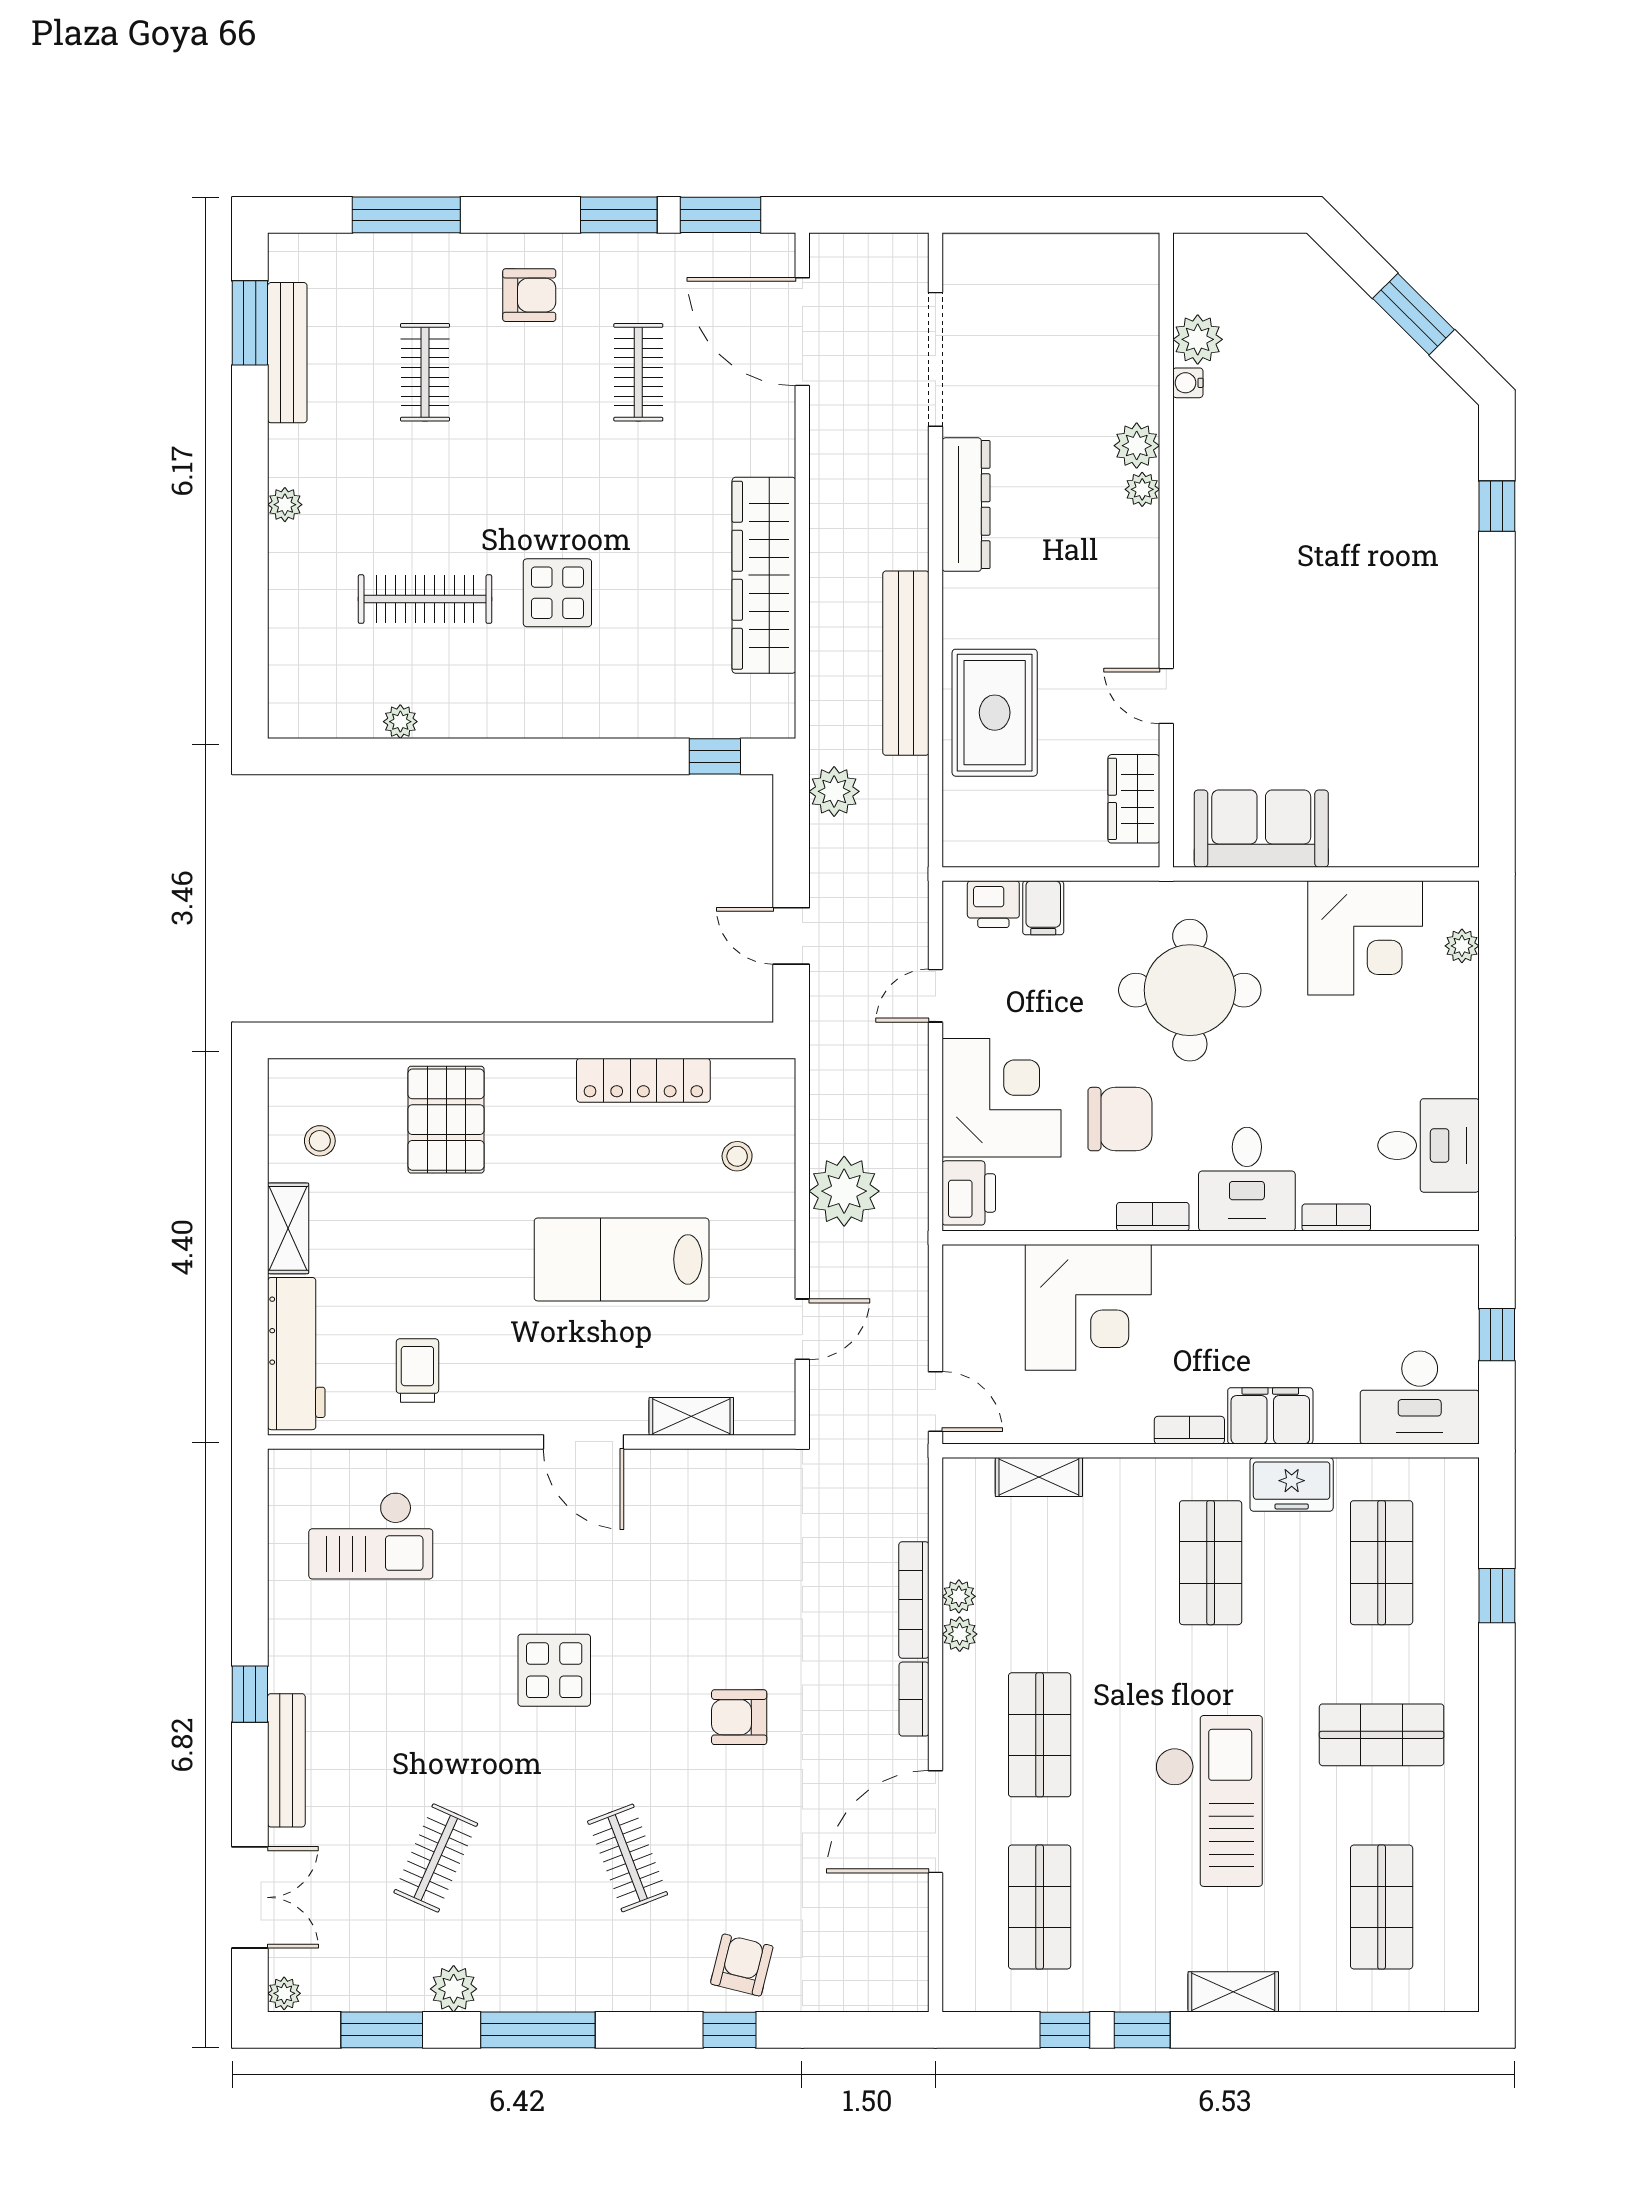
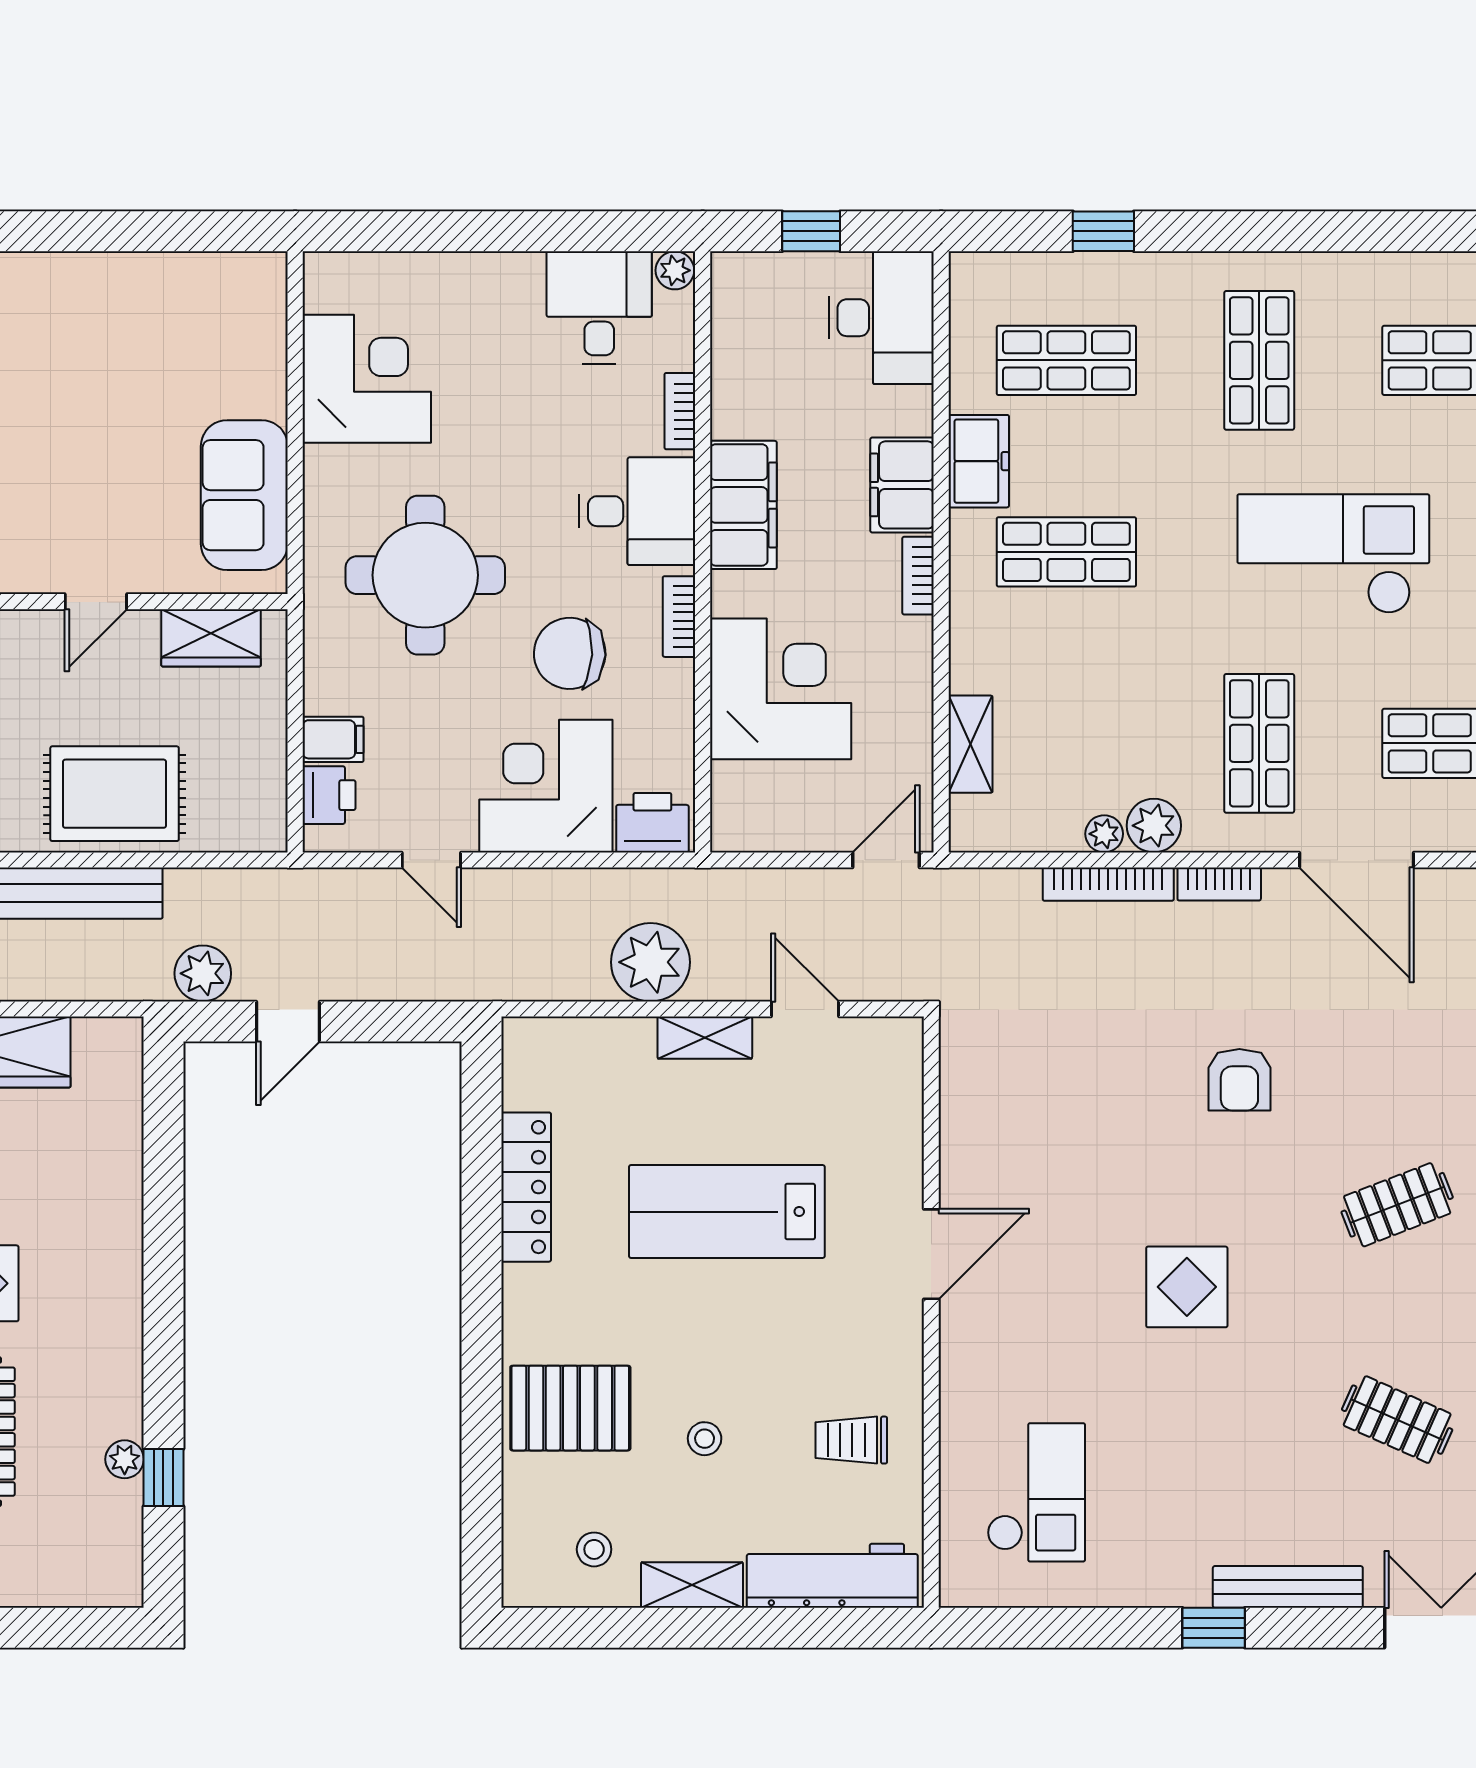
window: (715, 756) -> (163, 1477), moved
door: (791, 936) -> (288, 1021), moved
plant: (1462, 946) -> (675, 270), moved
chair: (1120, 1119) -> (570, 653), turned -87
stool: (737, 1156) -> (705, 1439), moved
lab bench: (622, 1259) -> (727, 1212), turned 90
filing cabinet: (1252, 1274) -> (743, 505), added
shelving: (691, 1416) -> (705, 1038), moved, turned 90
plant: (960, 1634) -> (1154, 826), width x1.38, depth x1.38
shop shelf: (1040, 1735) -> (1259, 743), turned 90

